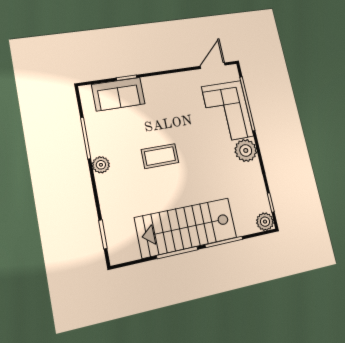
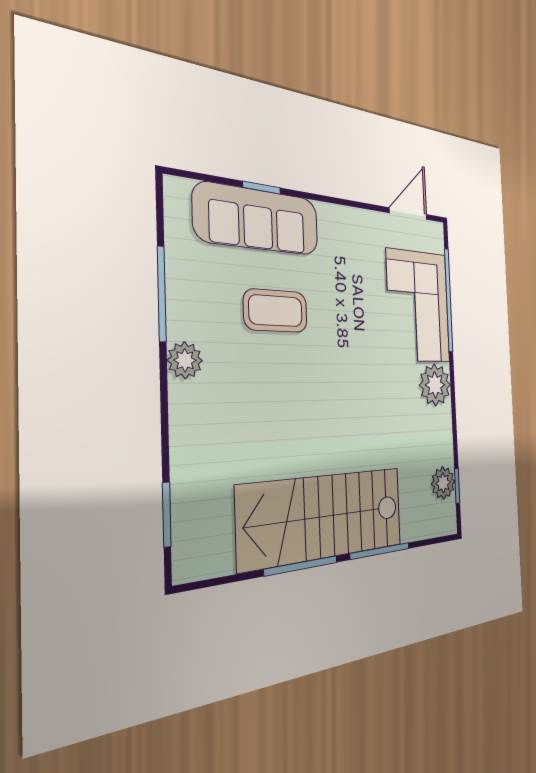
sofa: (118, 94) -> (258, 219), width x1.36
coffee table: (160, 156) -> (276, 311), moved
plant: (265, 222) -> (443, 483), moved

